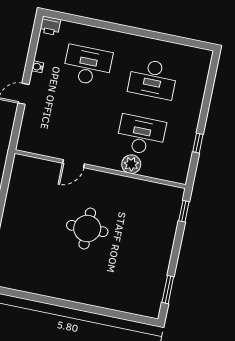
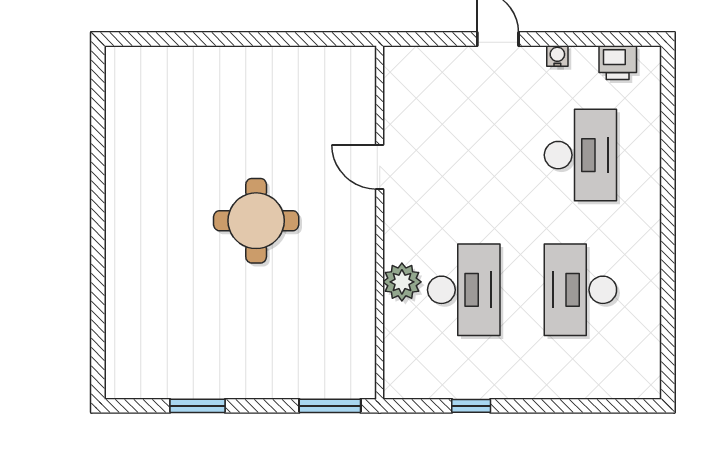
printer: (50, 26) -> (618, 63), moved, turned -90
window: (184, 211) -> (330, 406), width x1.50
window: (168, 290) -> (197, 406), moved

